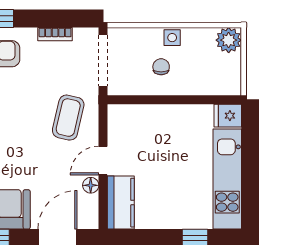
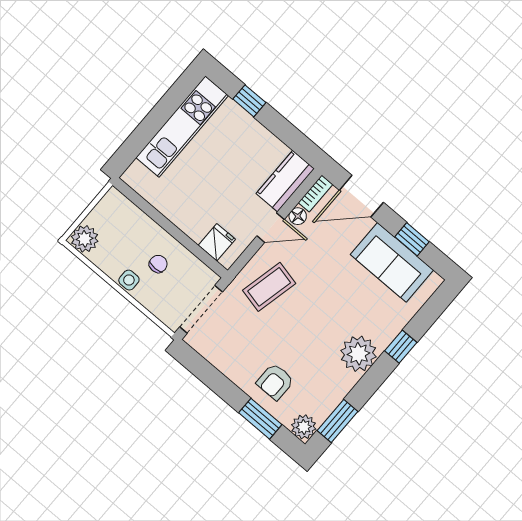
bookcase: (55, 34) -> (315, 193), moved, turned 90
chair: (161, 67) -> (158, 264), turned 180
fridge: (228, 116) -> (217, 242), moved, turned -90

